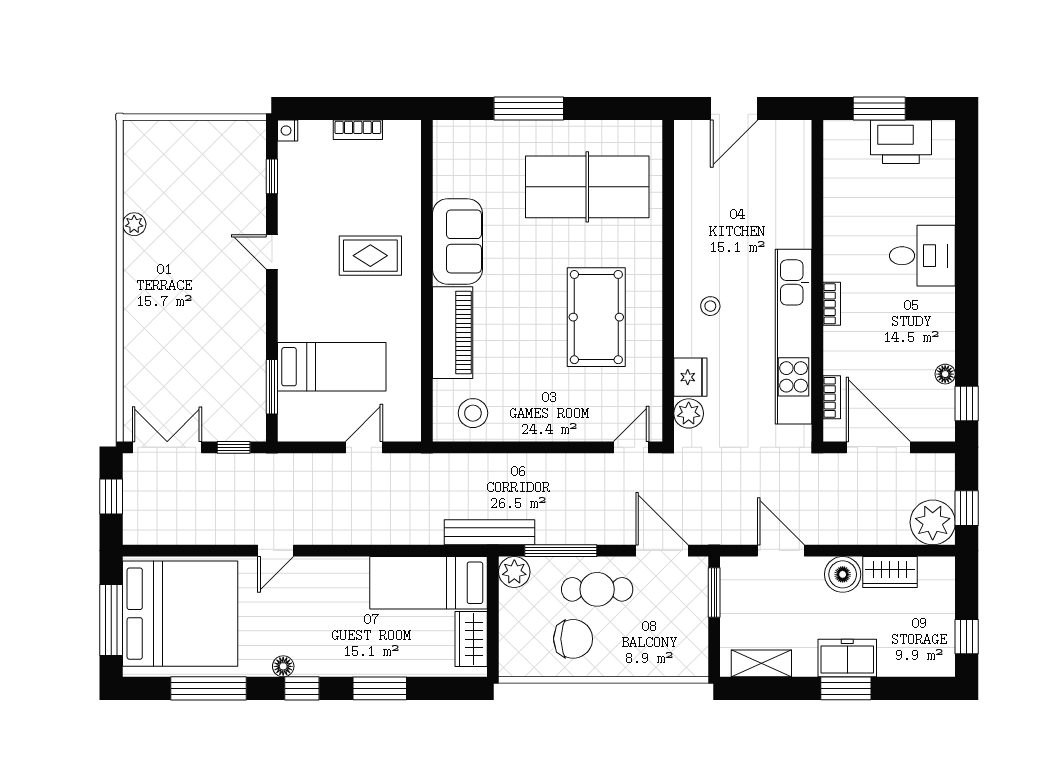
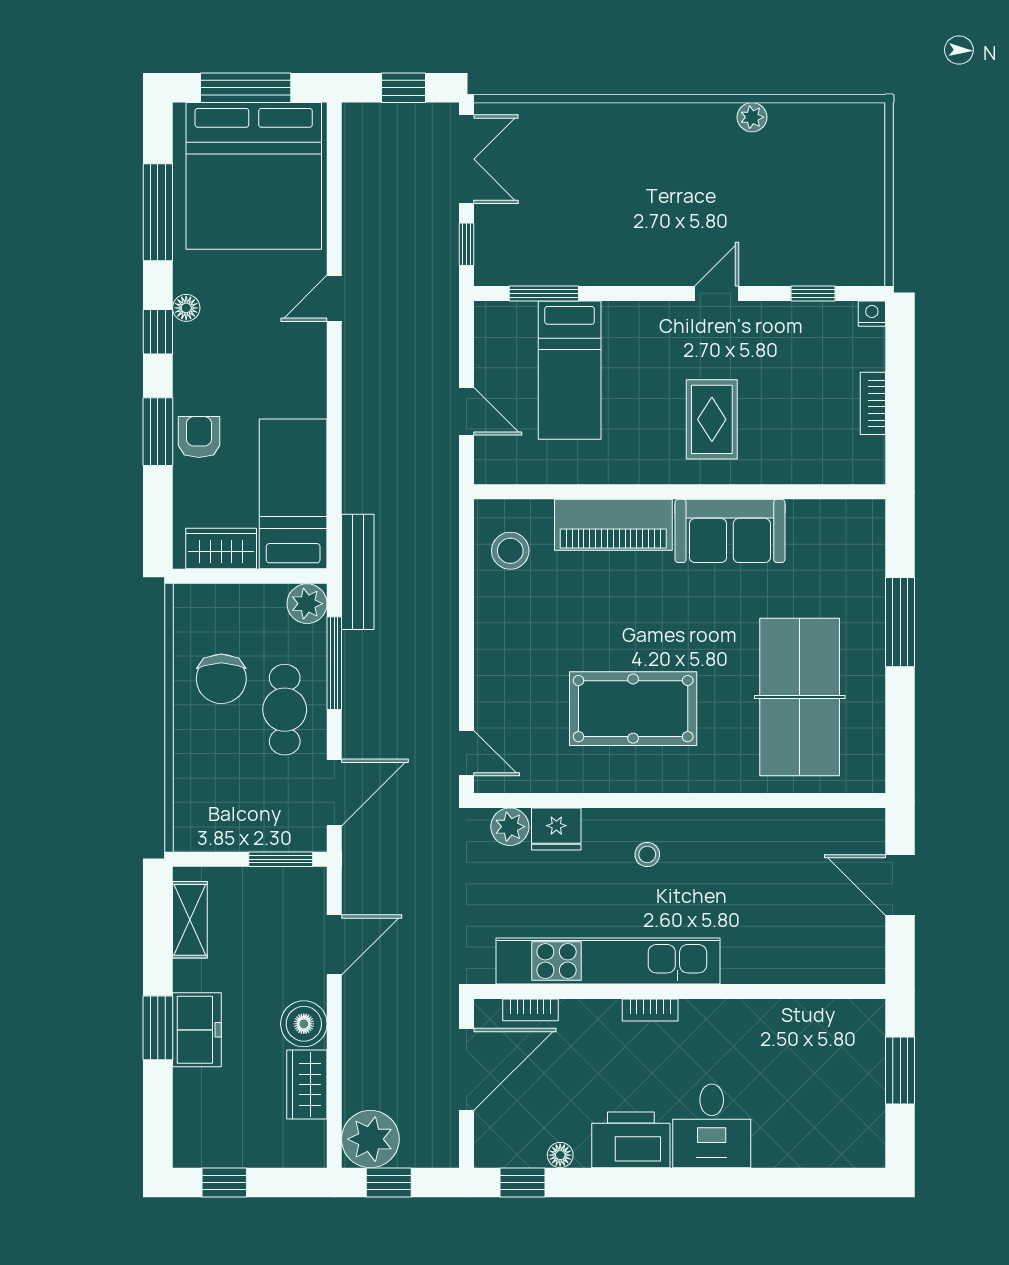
printer: (901, 142) -> (631, 1140), moved, turned 90
door: (276, 551) -> (334, 298), hinge flipped
armchair: (384, 656) -> (199, 437), added

